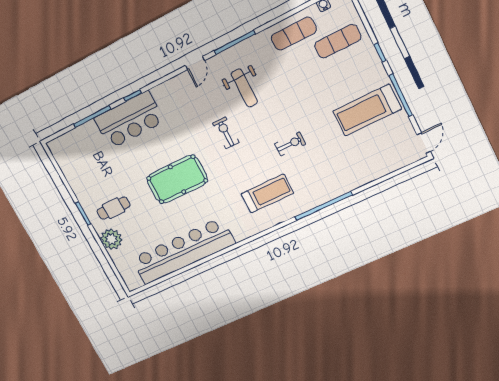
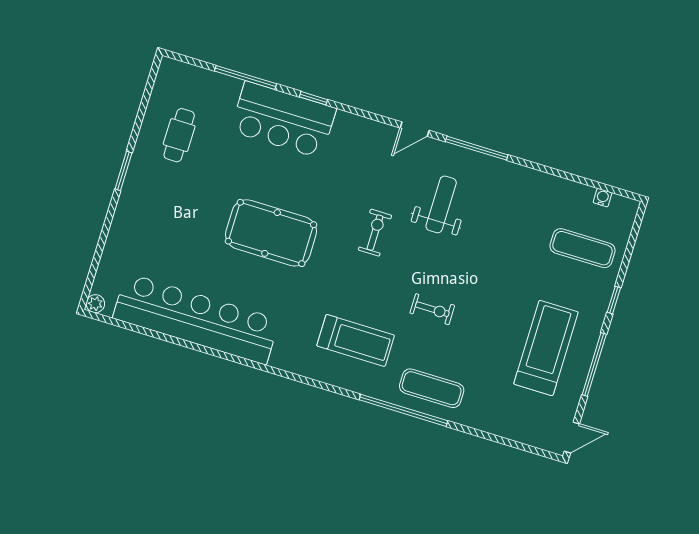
exercise mat: (294, 34) -> (432, 388), moved
weight bench: (244, 88) -> (441, 204), turned 180
treadmill: (367, 110) -> (546, 348), turned 90
cafe table: (114, 208) -> (179, 135), moved, turned 90
plant: (111, 239) -> (95, 304), moved, width x0.53, depth x0.53

